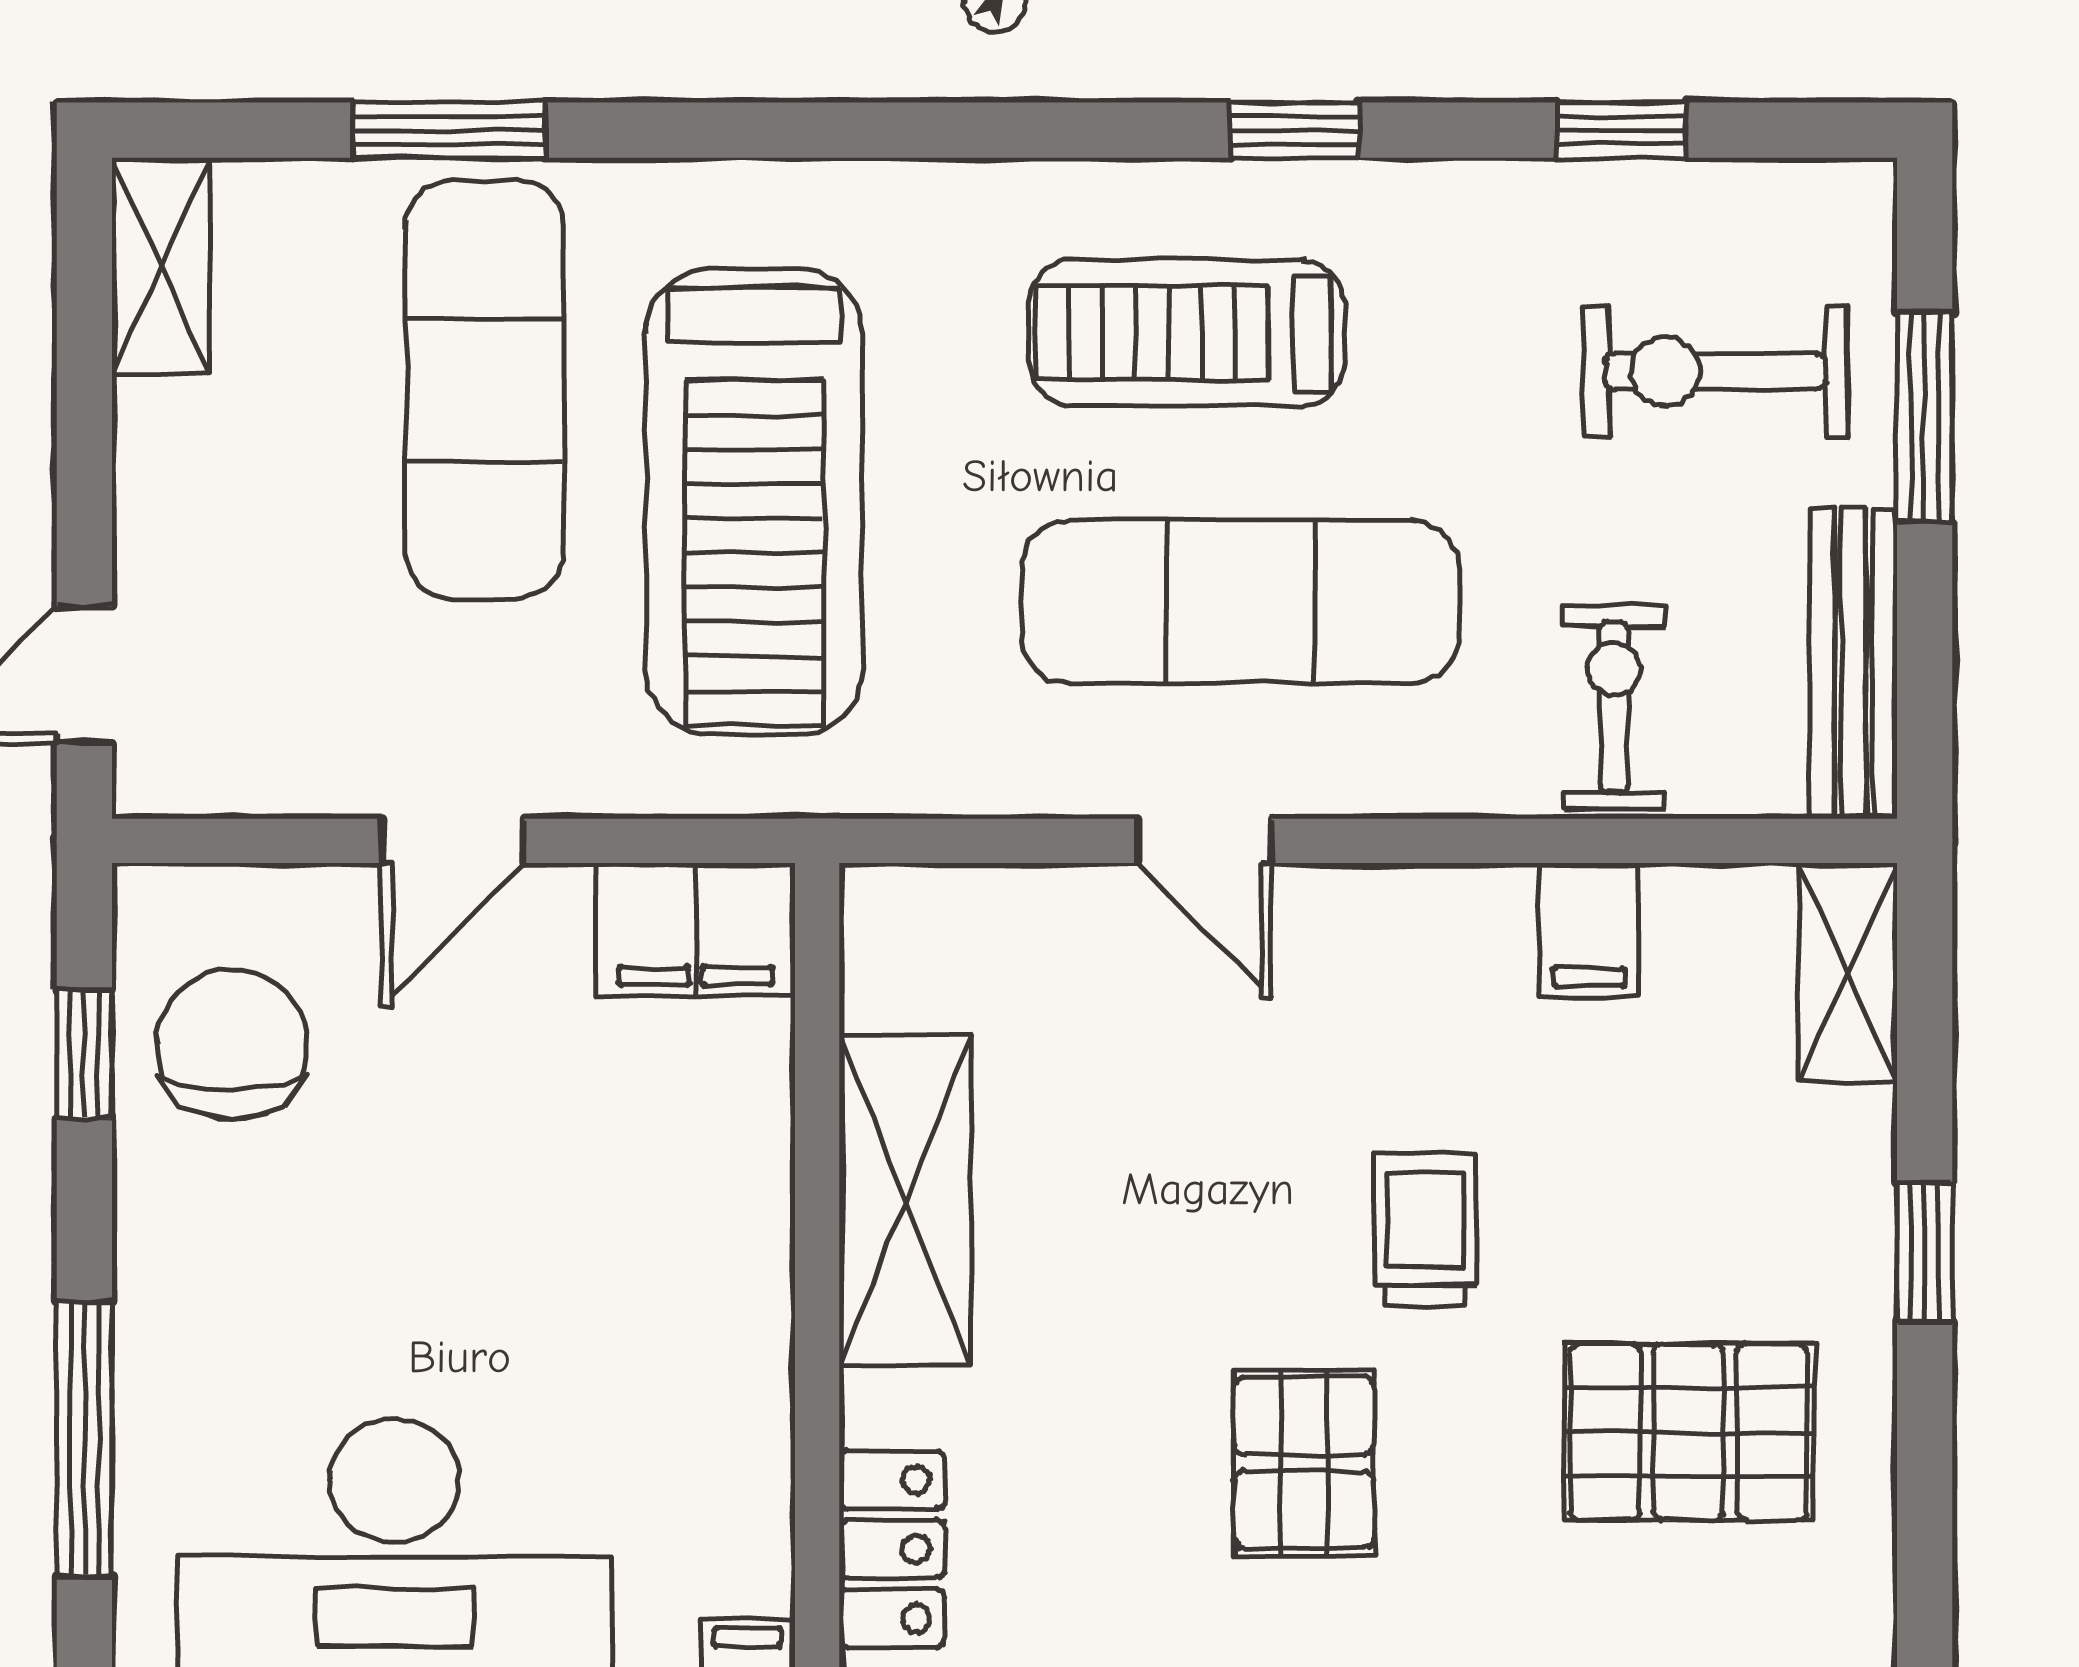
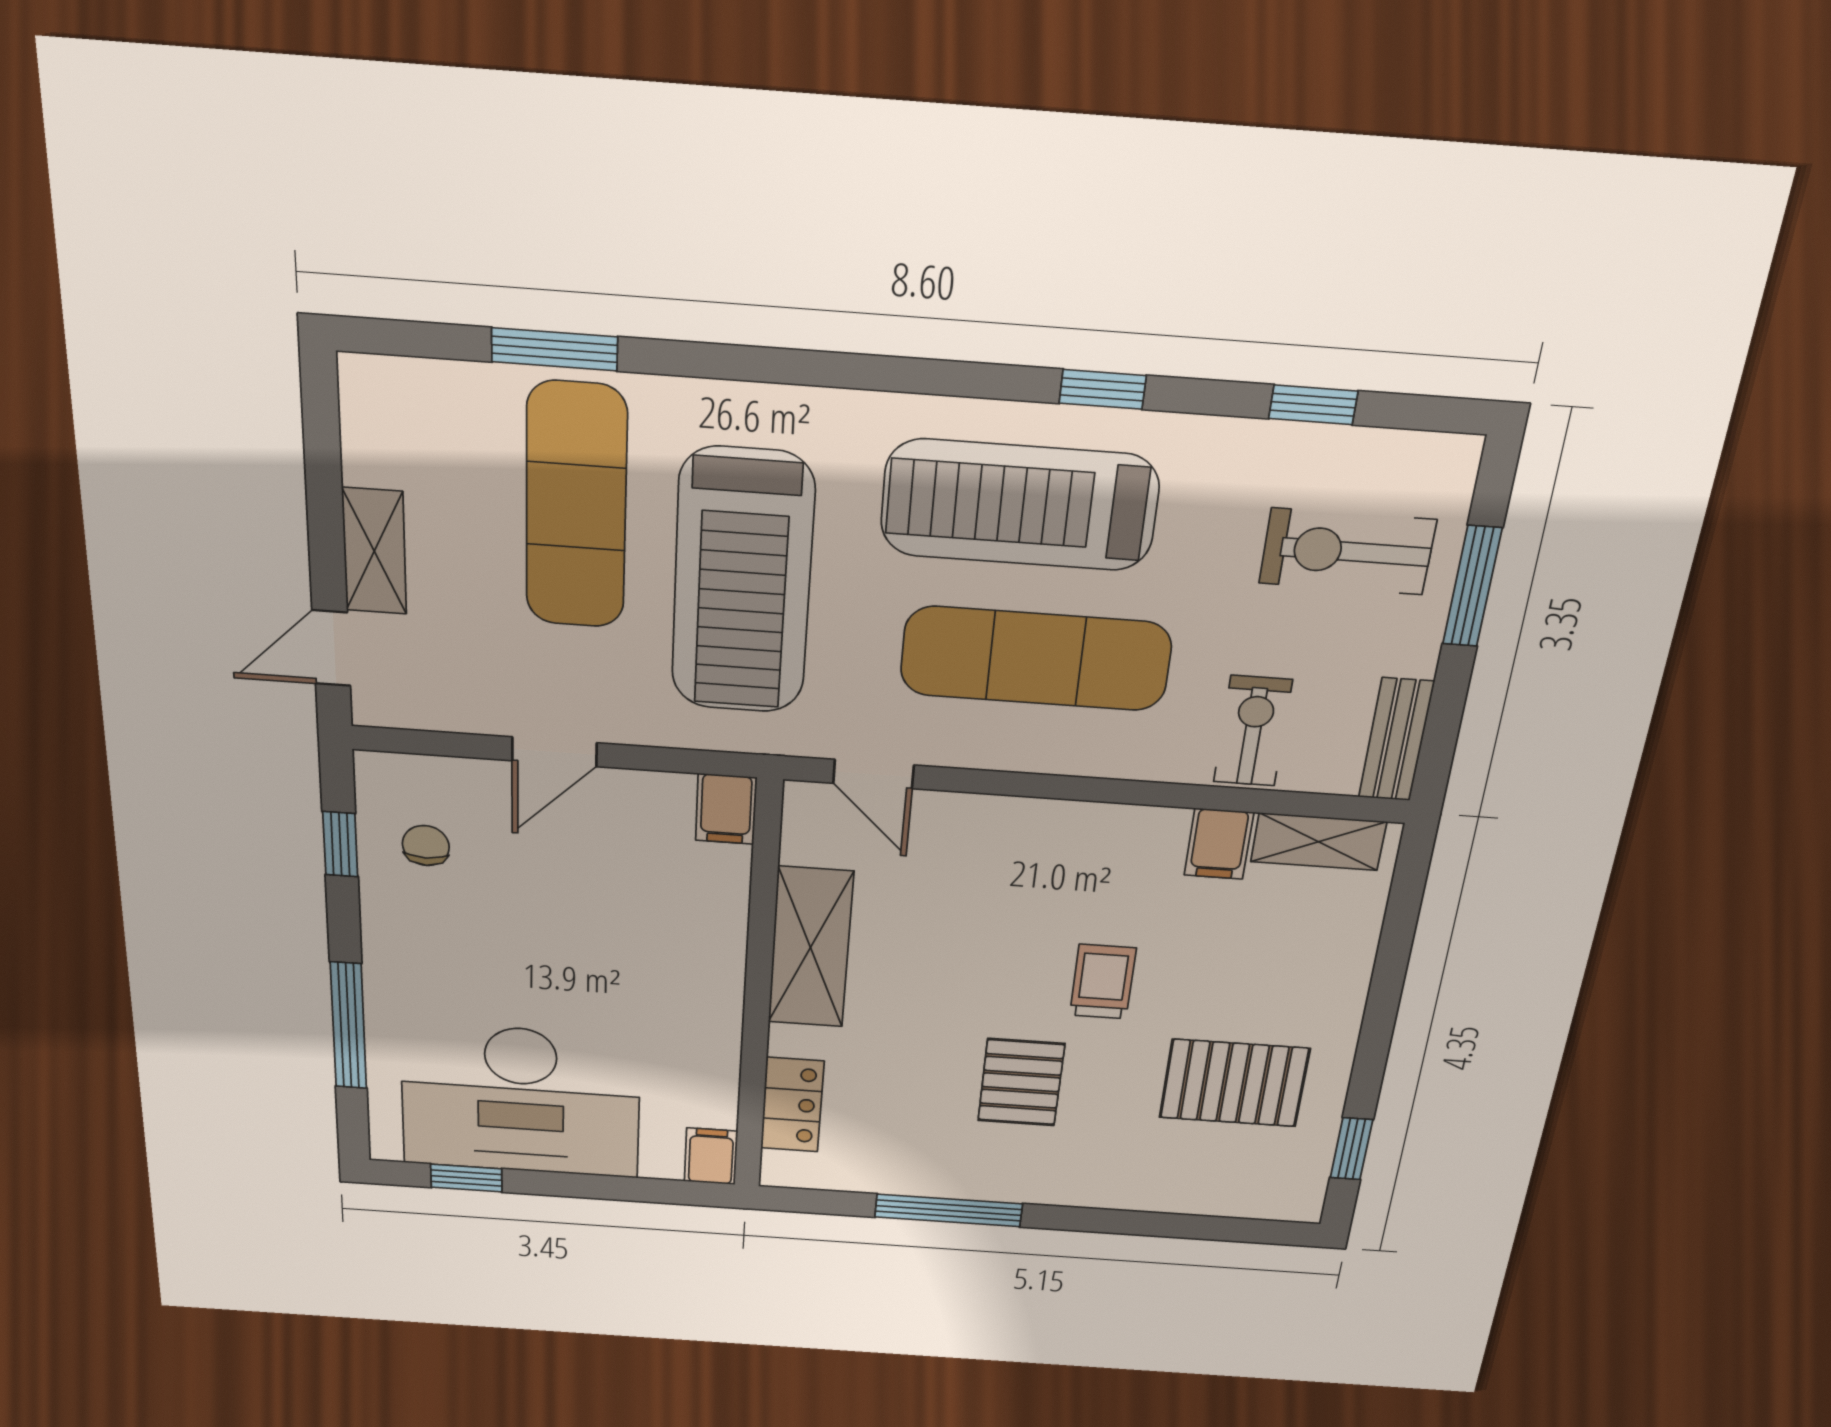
shelving: (161, 266) -> (374, 551), moved
treadmill: (1186, 333) -> (1019, 505), width x1.37, depth x1.38
bench: (1853, 663) -> (1396, 740), width x0.73
door: (1204, 841) -> (874, 774), moved
filing cabinet: (696, 929) -> (726, 809), width x0.50
shelving: (1848, 972) -> (1318, 842), moved, turned 90
chair: (232, 1045) -> (426, 845), width x0.54, depth x0.54
window: (1925, 1252) -> (1352, 1149), moved

